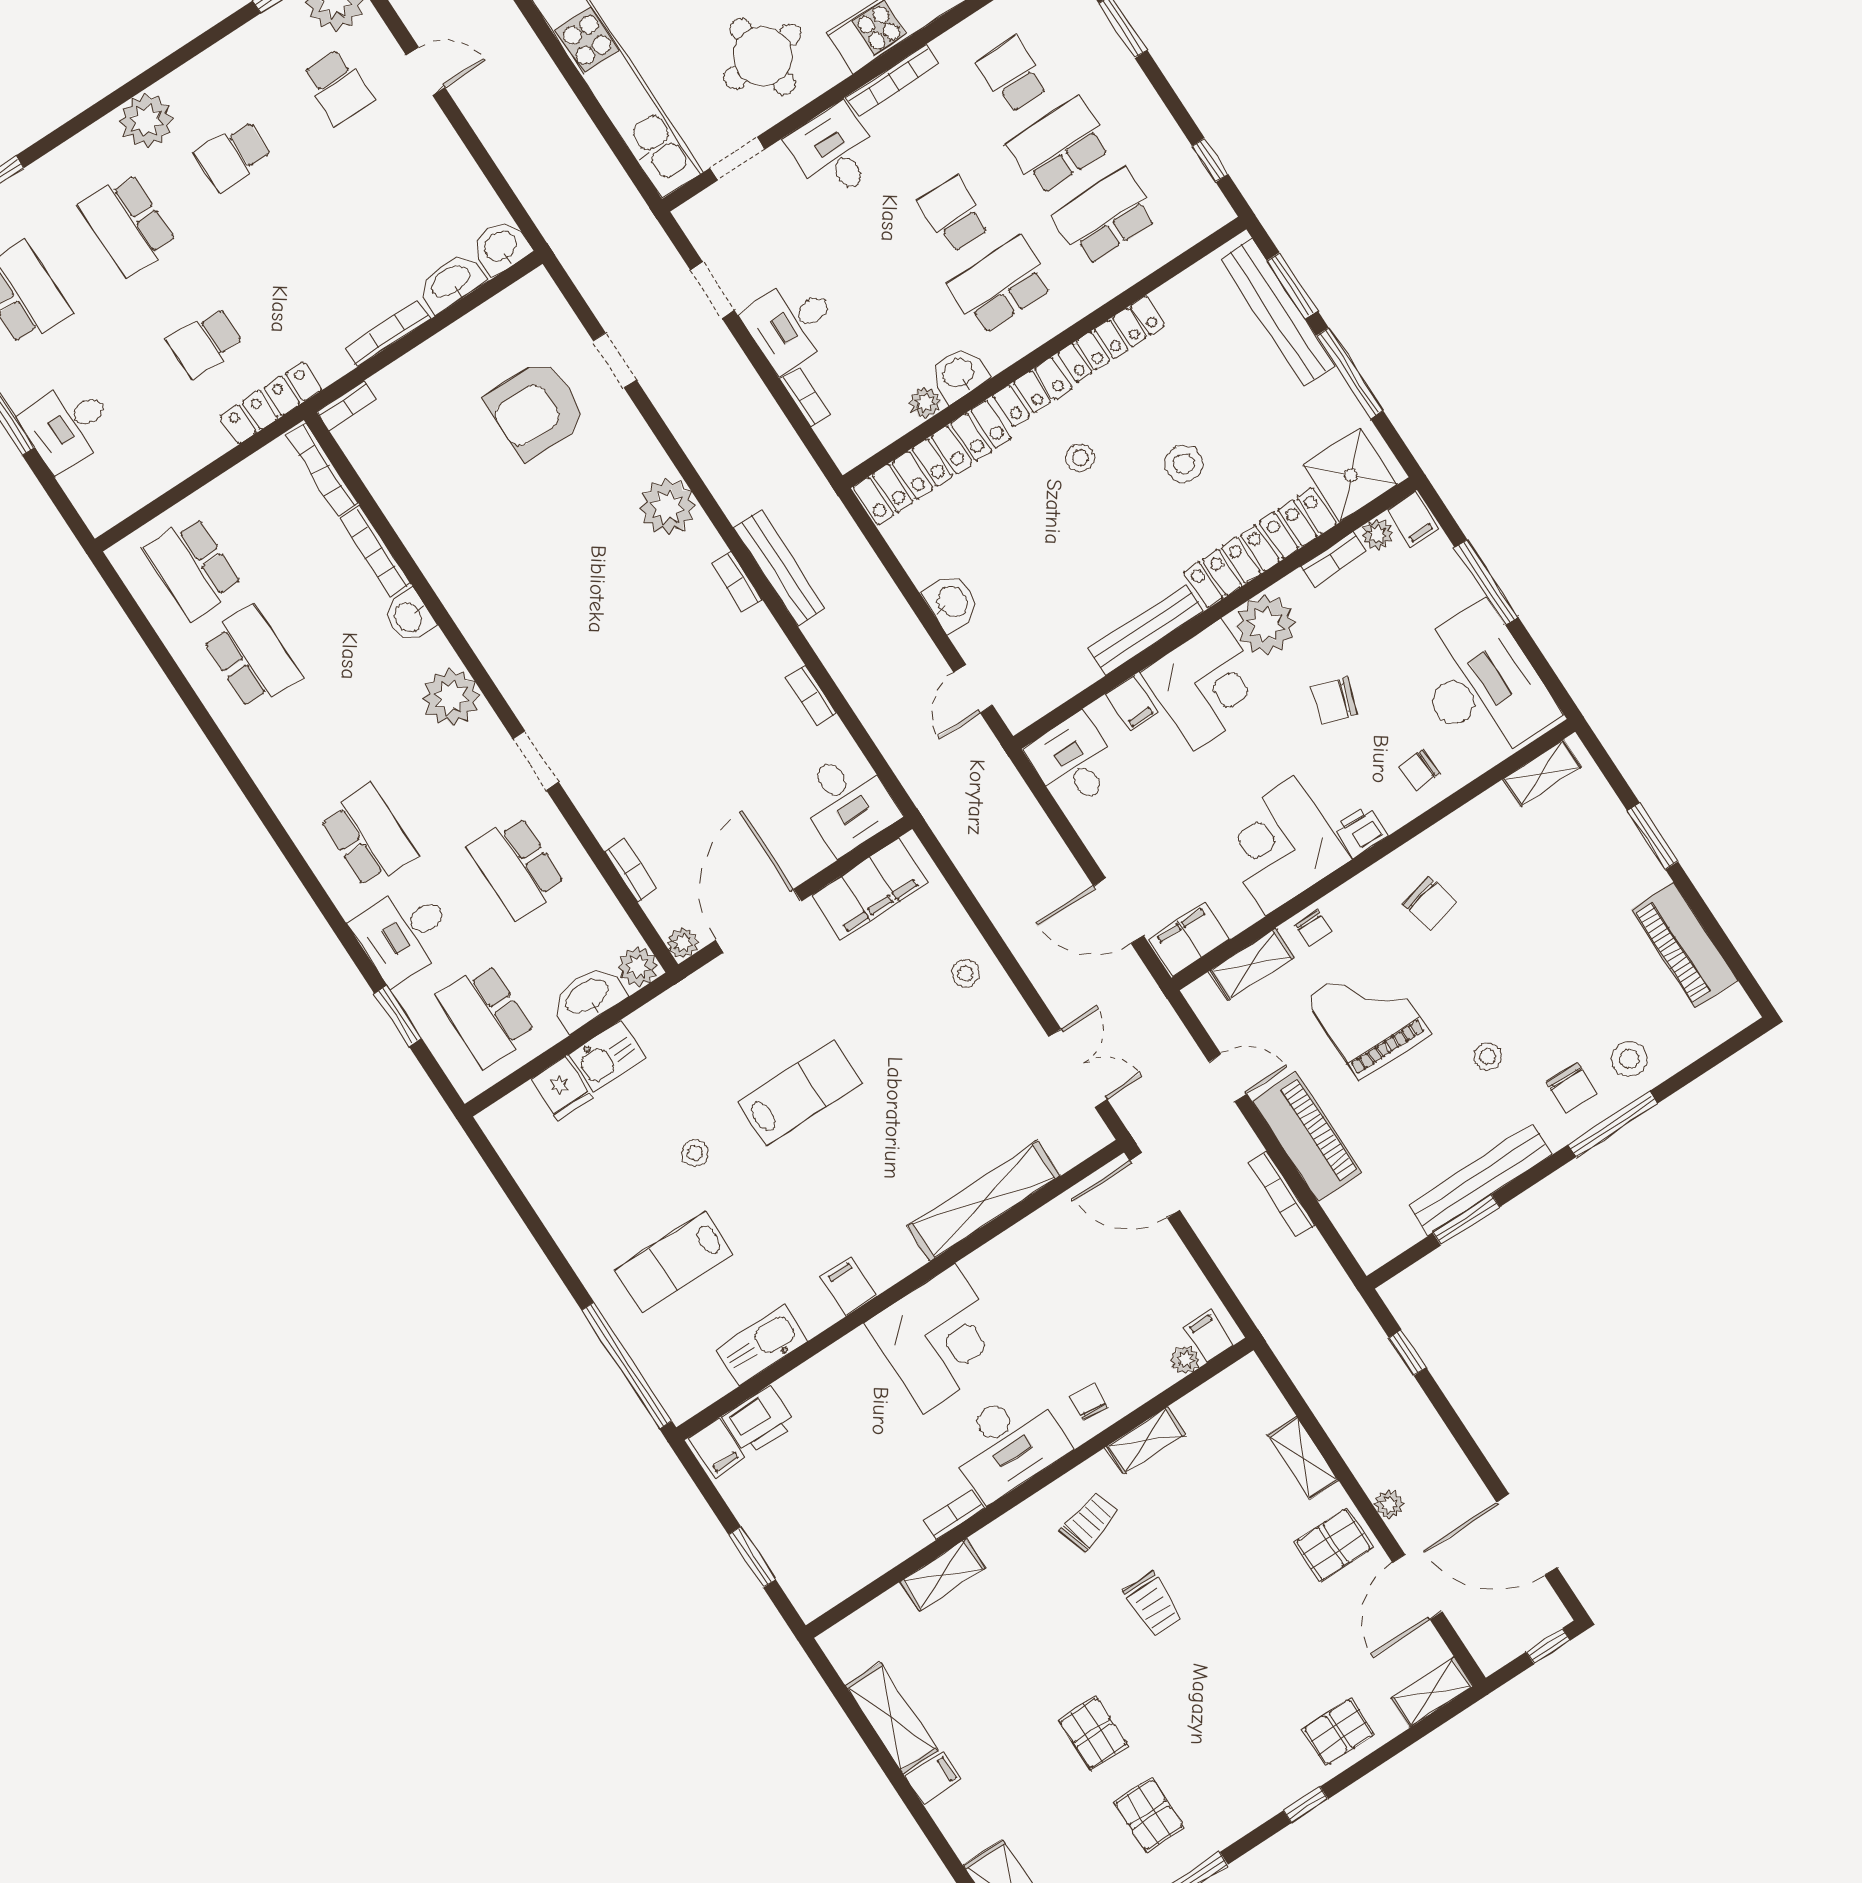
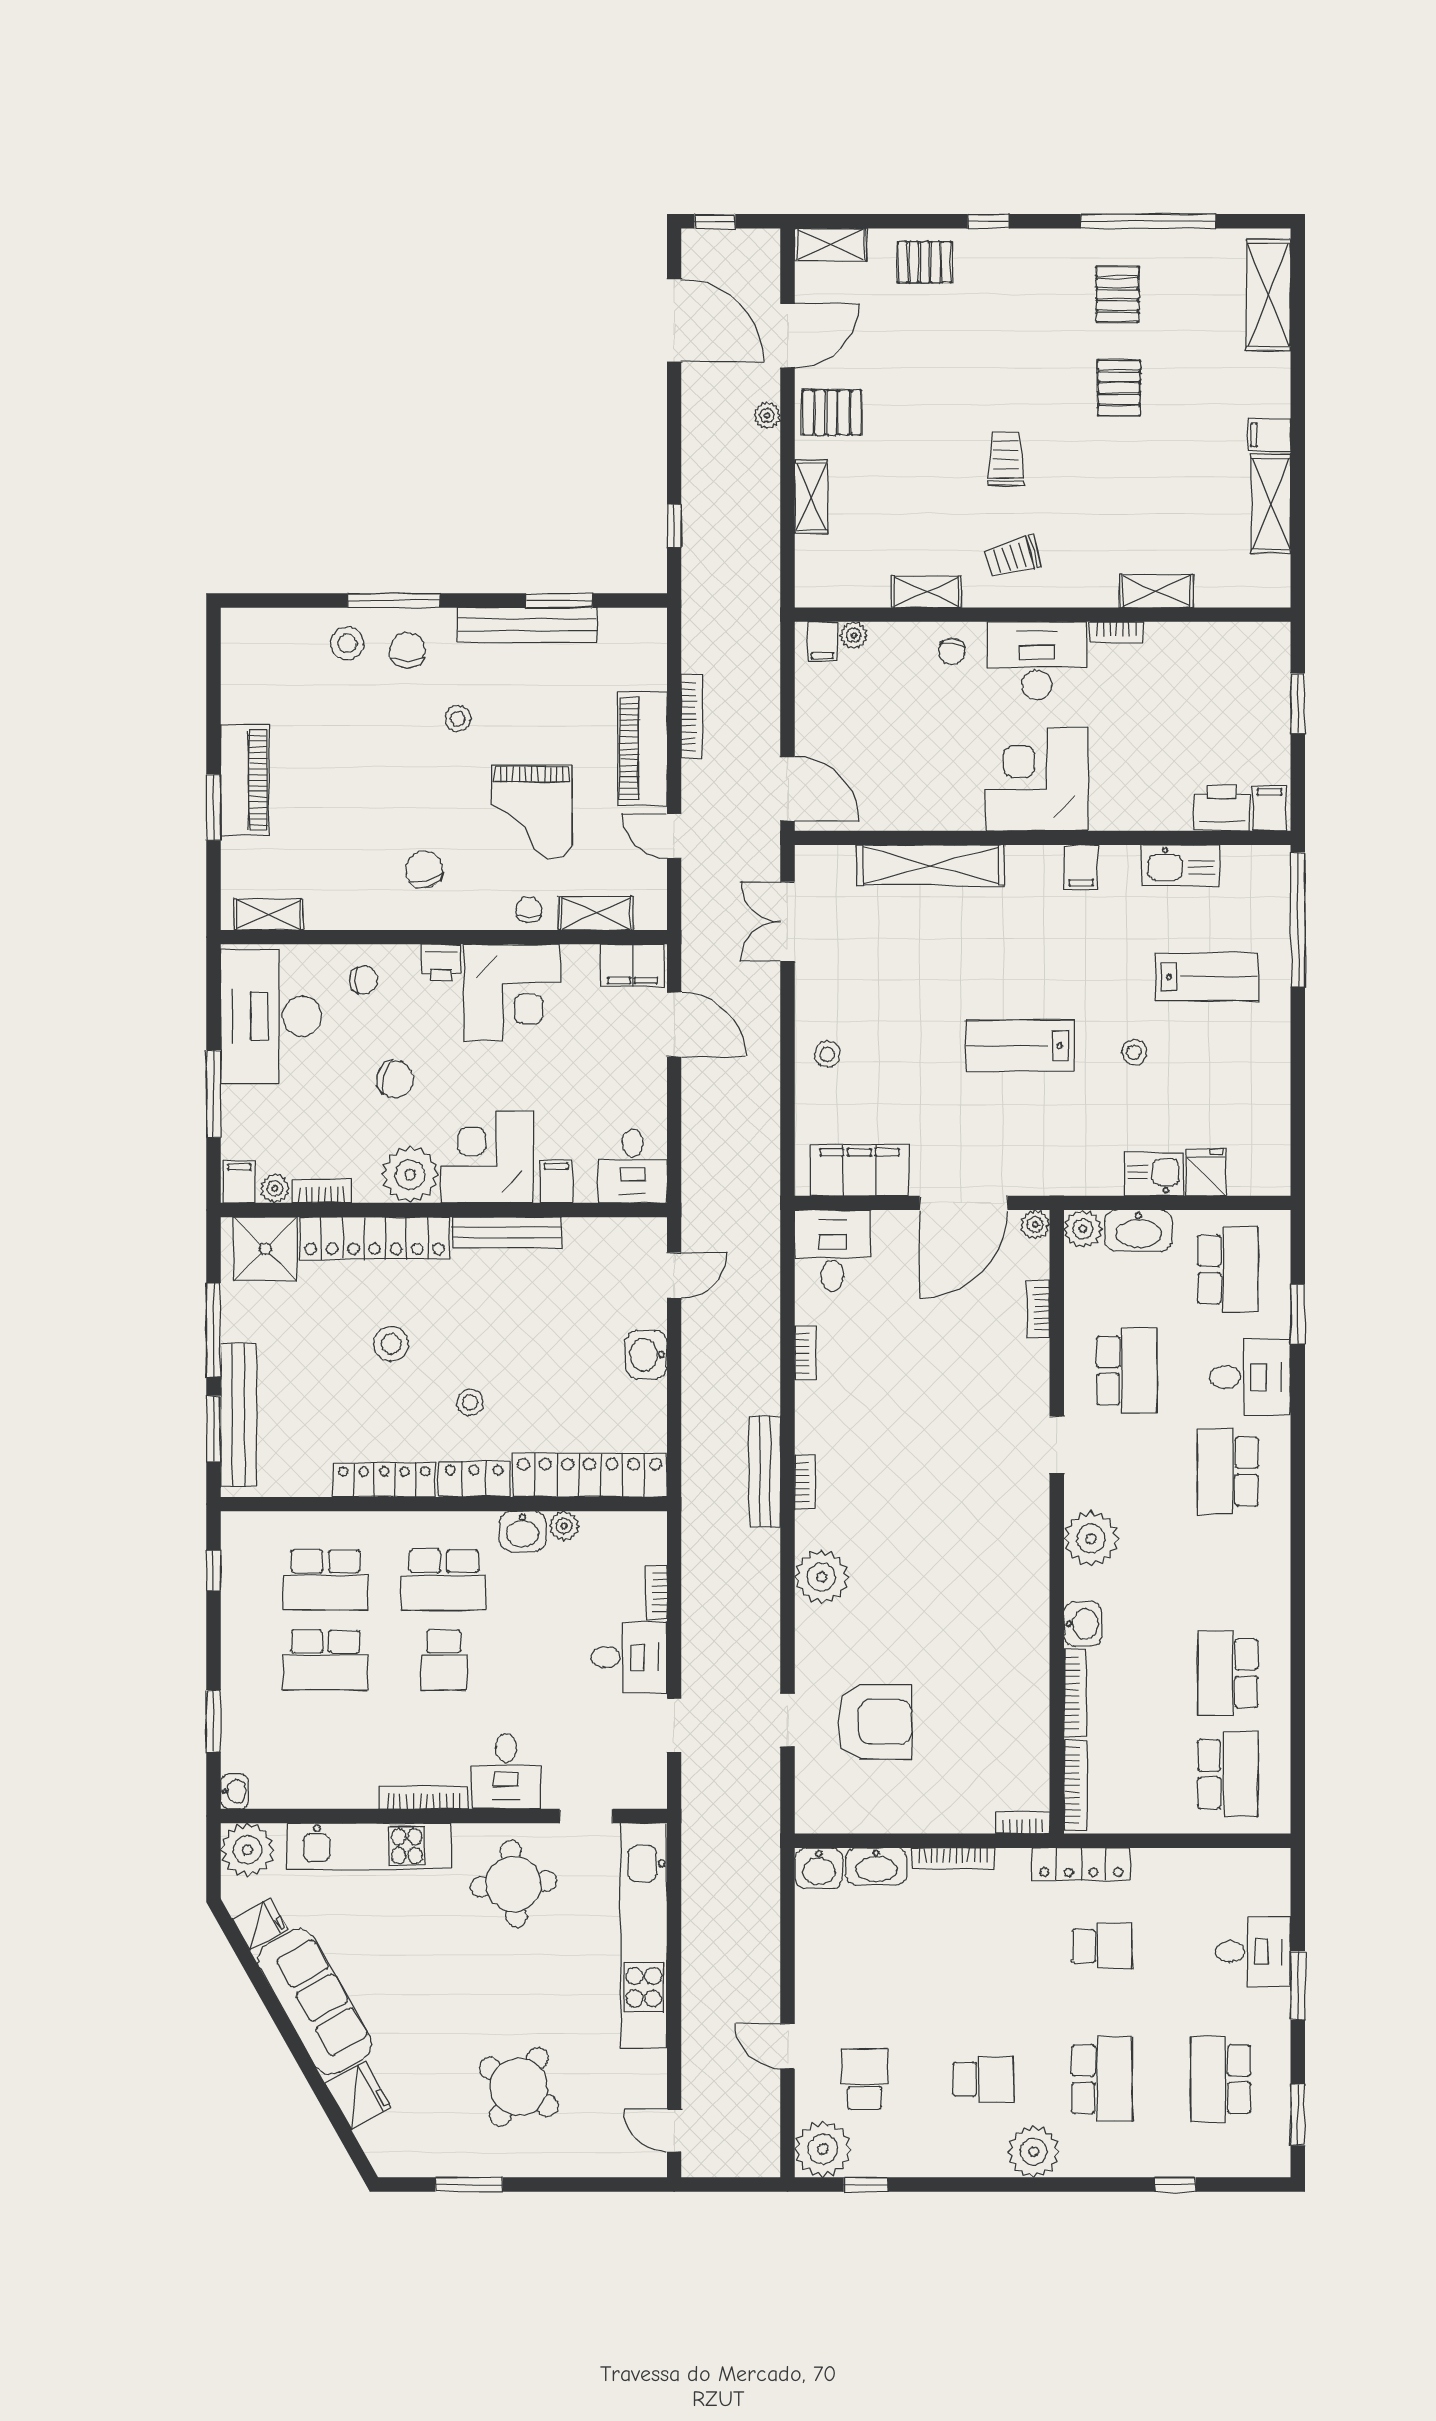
school desk: (1012, 75) -> (325, 1740), removed
piano: (1684, 945) -> (245, 780), moved

